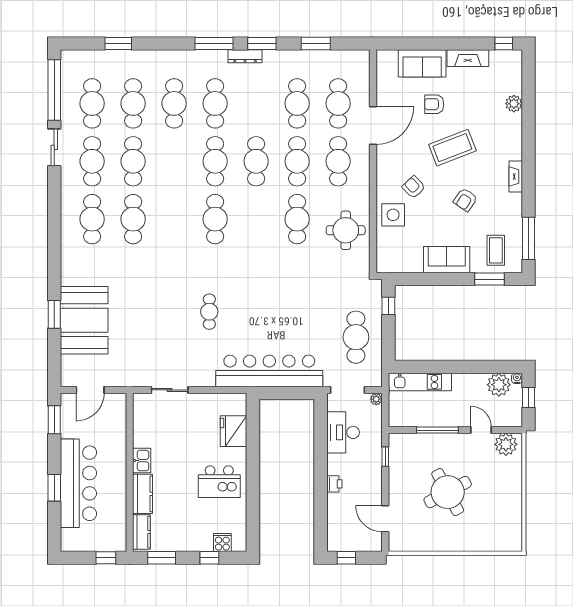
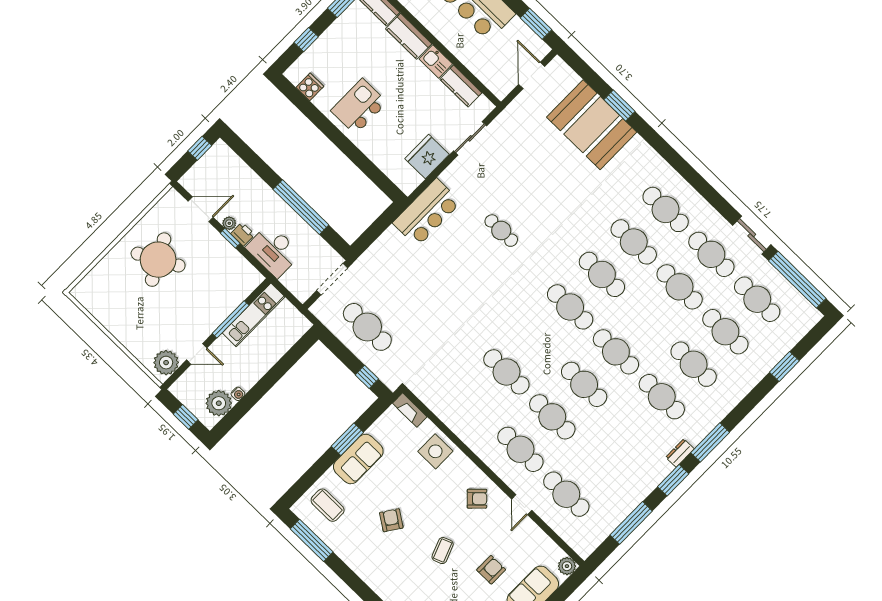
window: (316, 43) -> (631, 523), width x1.44
dresser: (245, 56) -> (680, 453), width x0.70
plant: (384, 58) -> (567, 566), added
cafe table: (297, 103) -> (602, 274), moved
door: (373, 126) -> (522, 505), width x0.53
coffee table: (452, 148) -> (443, 551), width x0.54, depth x0.58
fireplace: (516, 177) -> (410, 410), moved, turned 180
armchair: (414, 187) -> (477, 499), moved
round table: (346, 230) -> (460, 402), removed
window: (489, 279) -> (347, 439), moved
bar counter: (269, 371) -> (427, 213), width x0.54
water cooler: (517, 378) -> (238, 394), moved
kitchen unit: (420, 382) -> (254, 315), moved, turned 180
plant: (376, 399) -> (229, 223), moved
kitchen counter: (142, 429) -> (461, 86), added
fridge: (234, 431) -> (427, 157), moved, turned -90
desk: (343, 432) -> (273, 251), moved, turned 180
window: (321, 456) -> (301, 207), added
window: (385, 457) -> (230, 238), moved
printer: (334, 484) -> (243, 234), moved, turned 180
round table: (448, 492) -> (158, 260), moved
cooker: (222, 542) -> (310, 87), moved, turned -90

